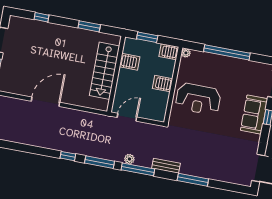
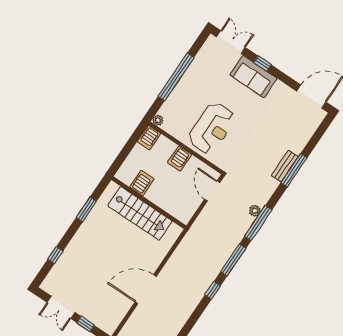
window: (147, 37) -> (124, 154), removed
door: (45, 102) -> (146, 289), hinge flipped
door: (127, 117) -> (212, 191), moved
plant: (129, 159) -> (255, 211), moved
bench: (166, 166) -> (285, 166), moved

